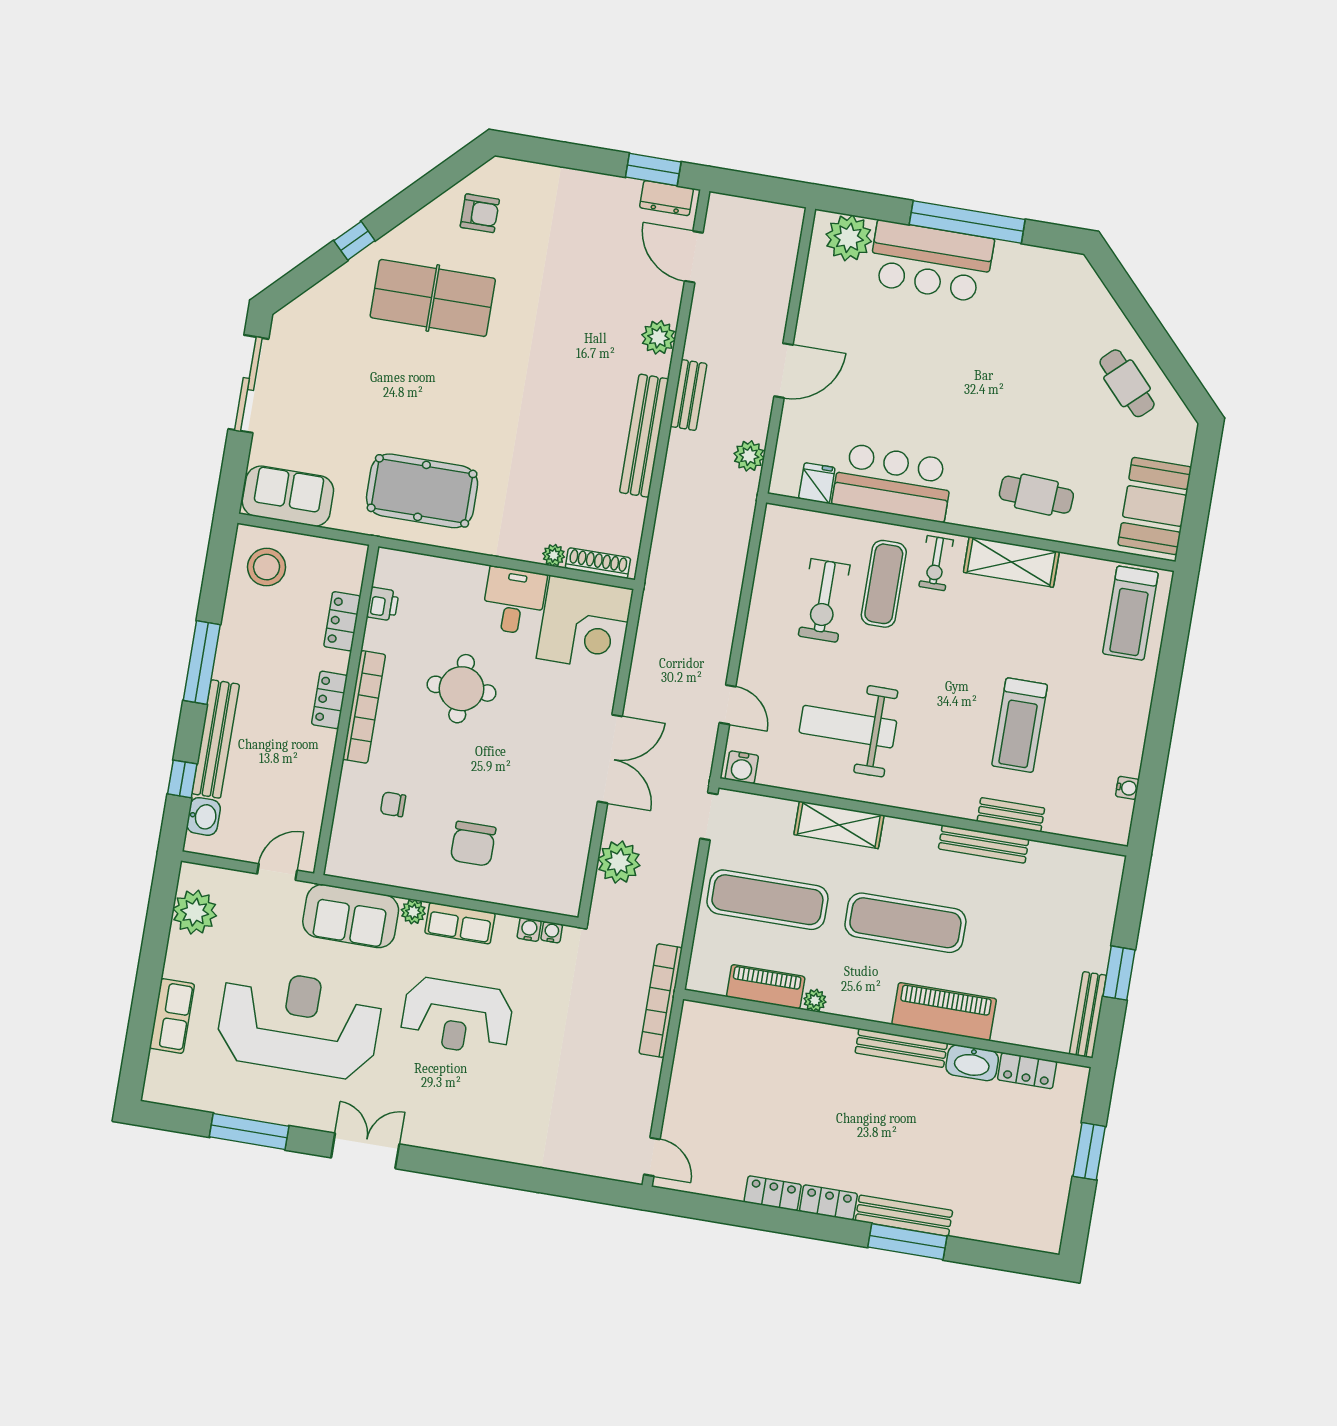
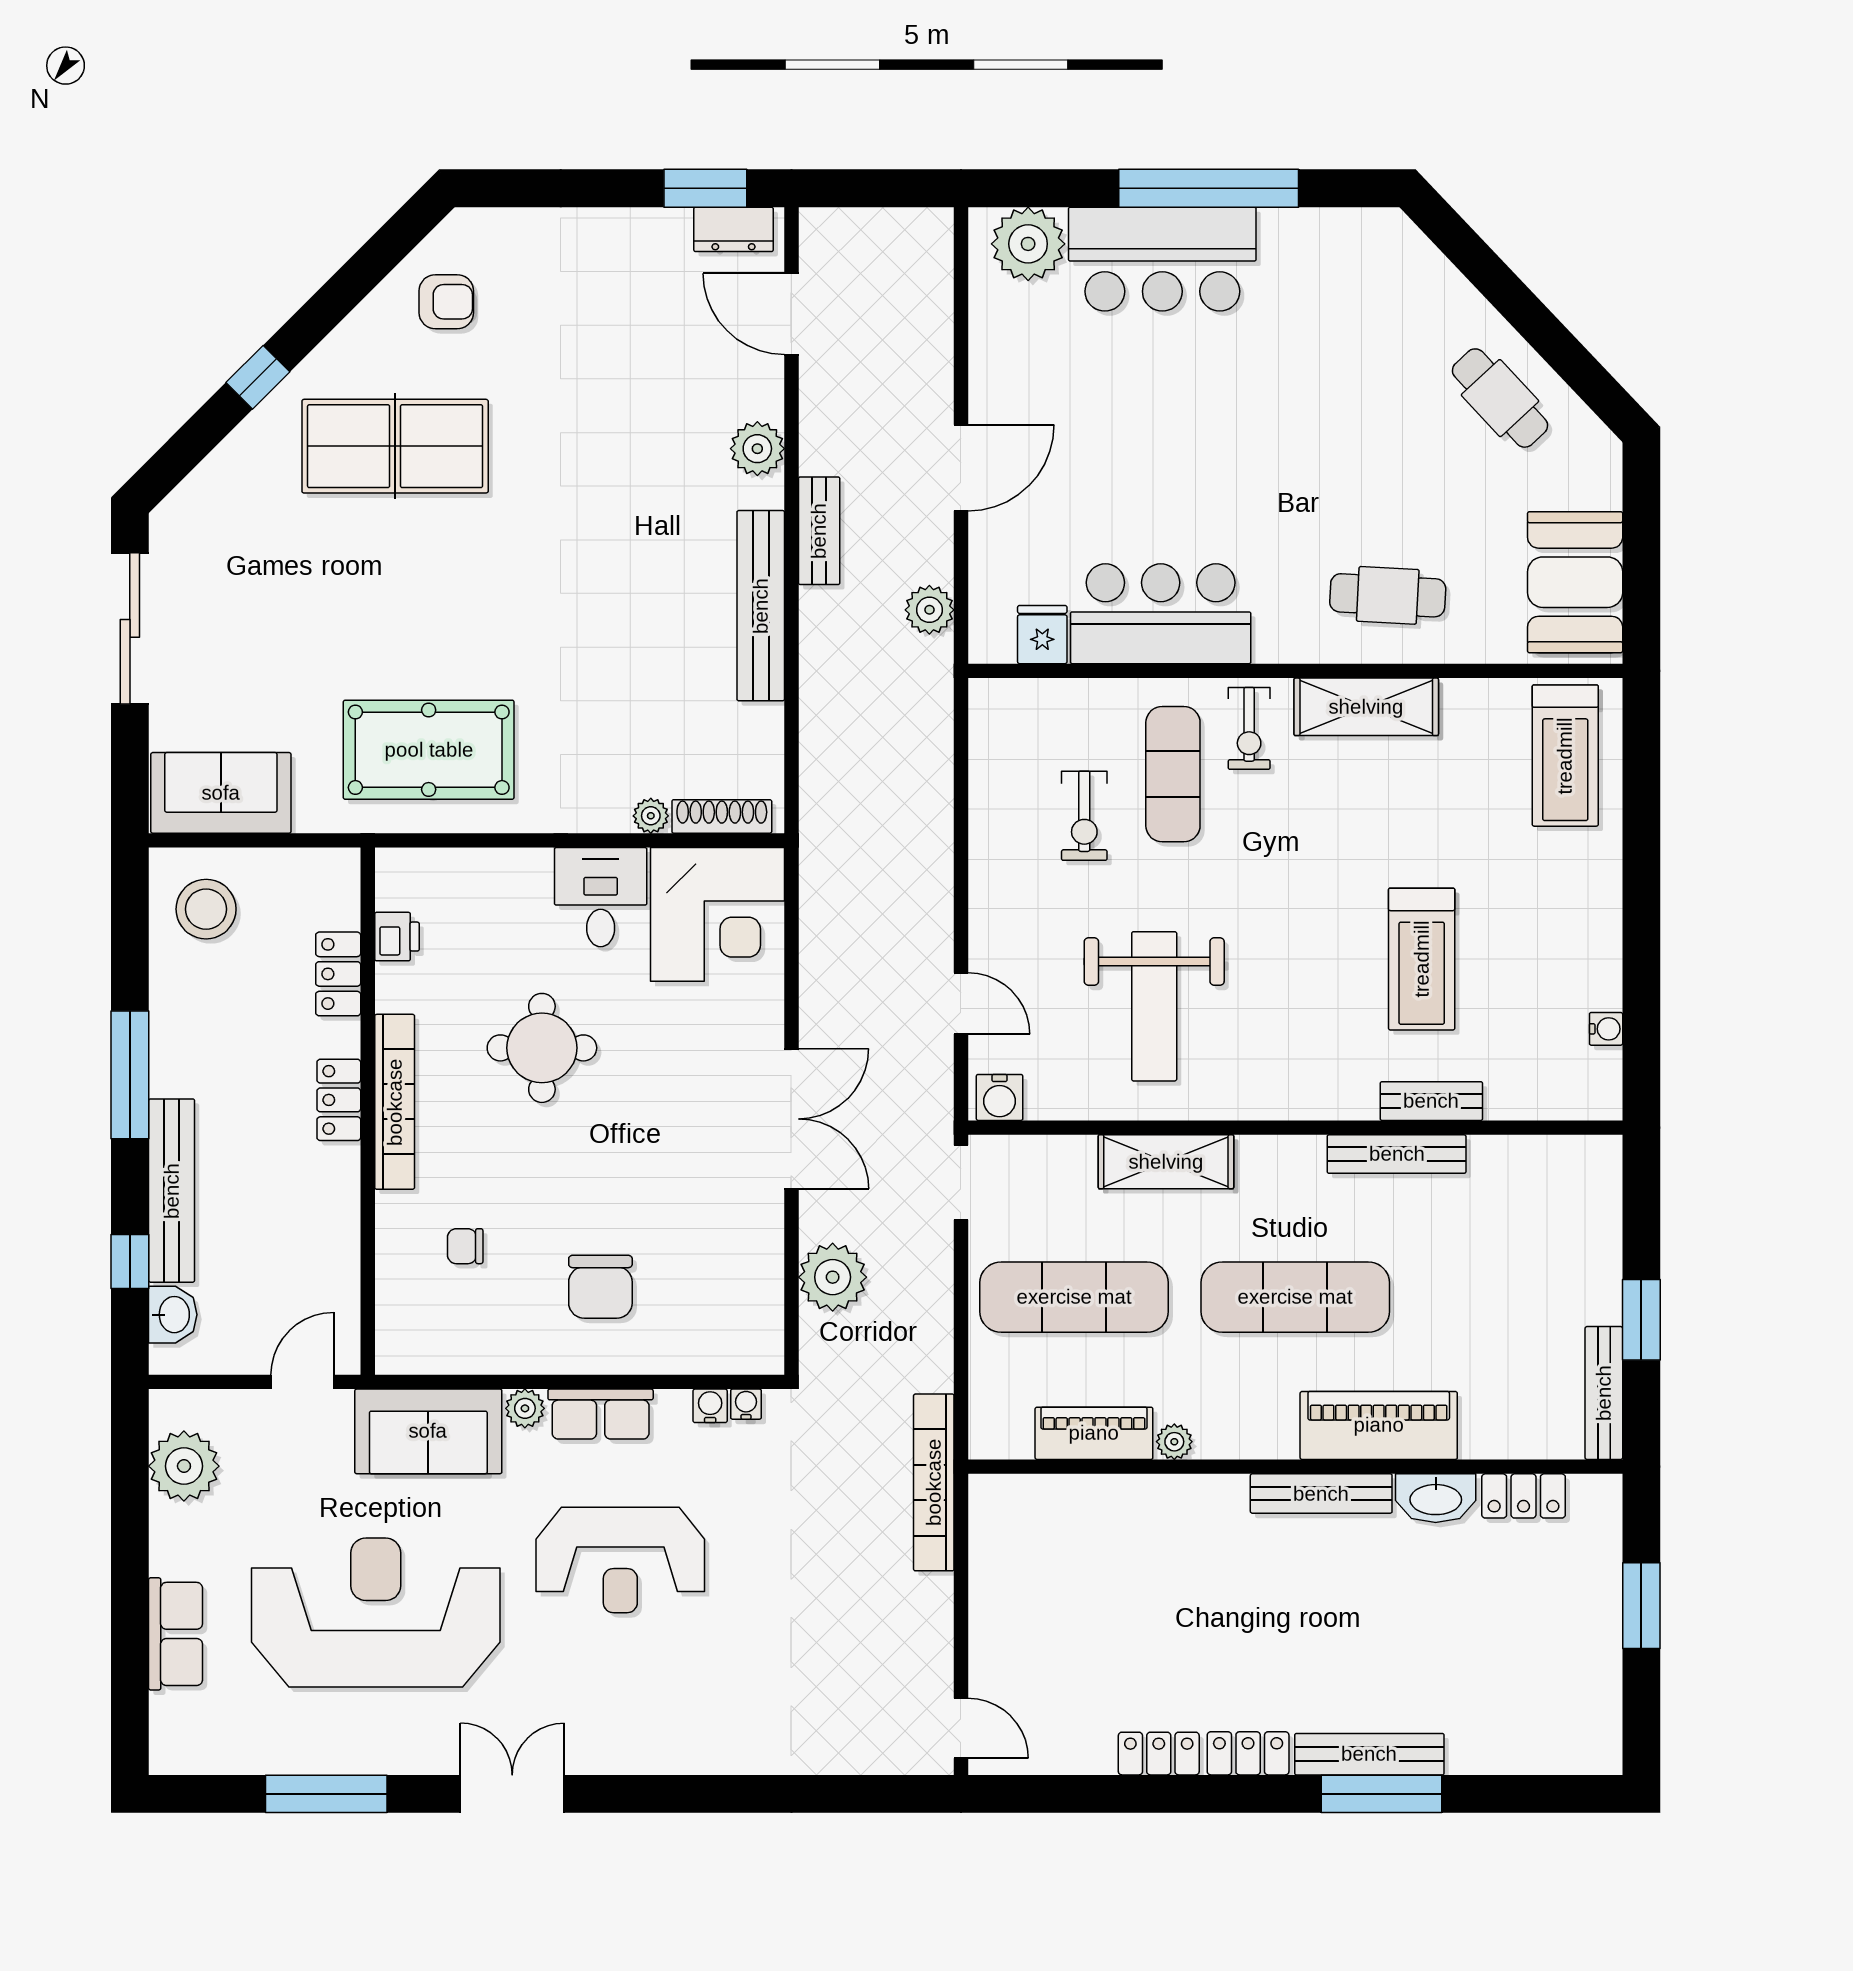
exercise bike: (824, 600) -> (1084, 816), width x0.73, depth x0.72
weight bench: (848, 727) -> (1154, 1006), turned -90

